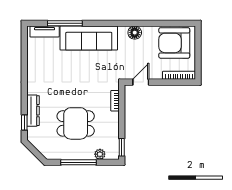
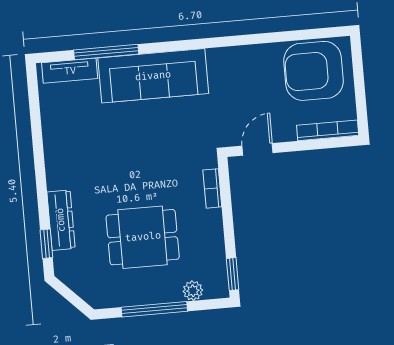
floor lamp: (135, 33) -> (238, 58), removed

